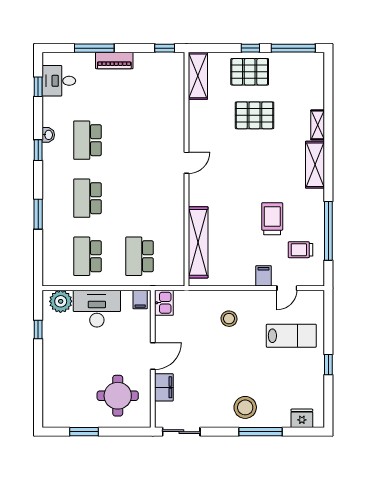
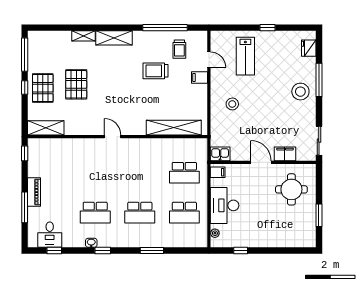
plant: (61, 301) -> (215, 233), width x0.53, depth x0.53
lab bench: (291, 336) -> (245, 56), turned 180

